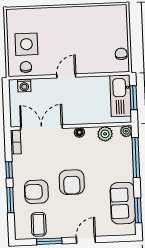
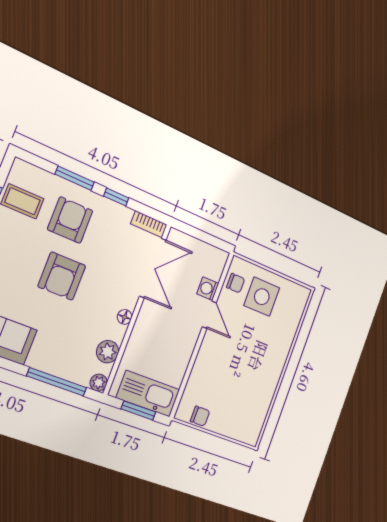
door: (66, 76) -> (209, 315), moved
washing machine: (24, 85) -> (208, 289), moved
armchair: (72, 182) -> (62, 276), turned -90

